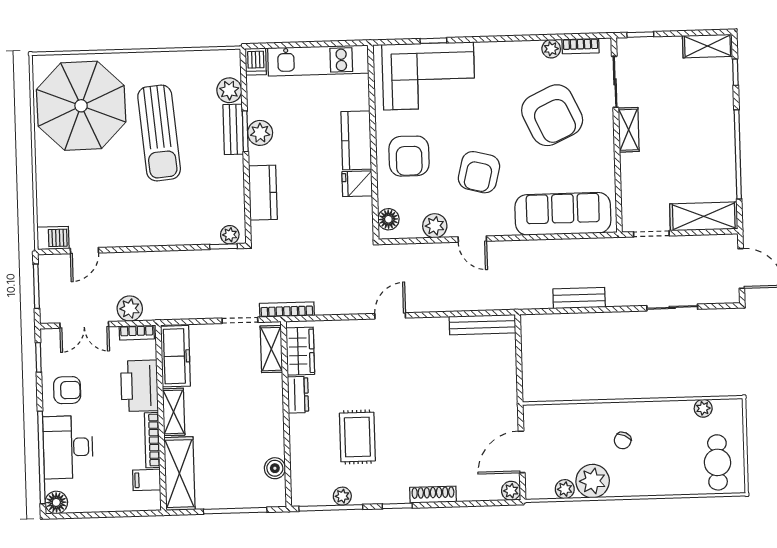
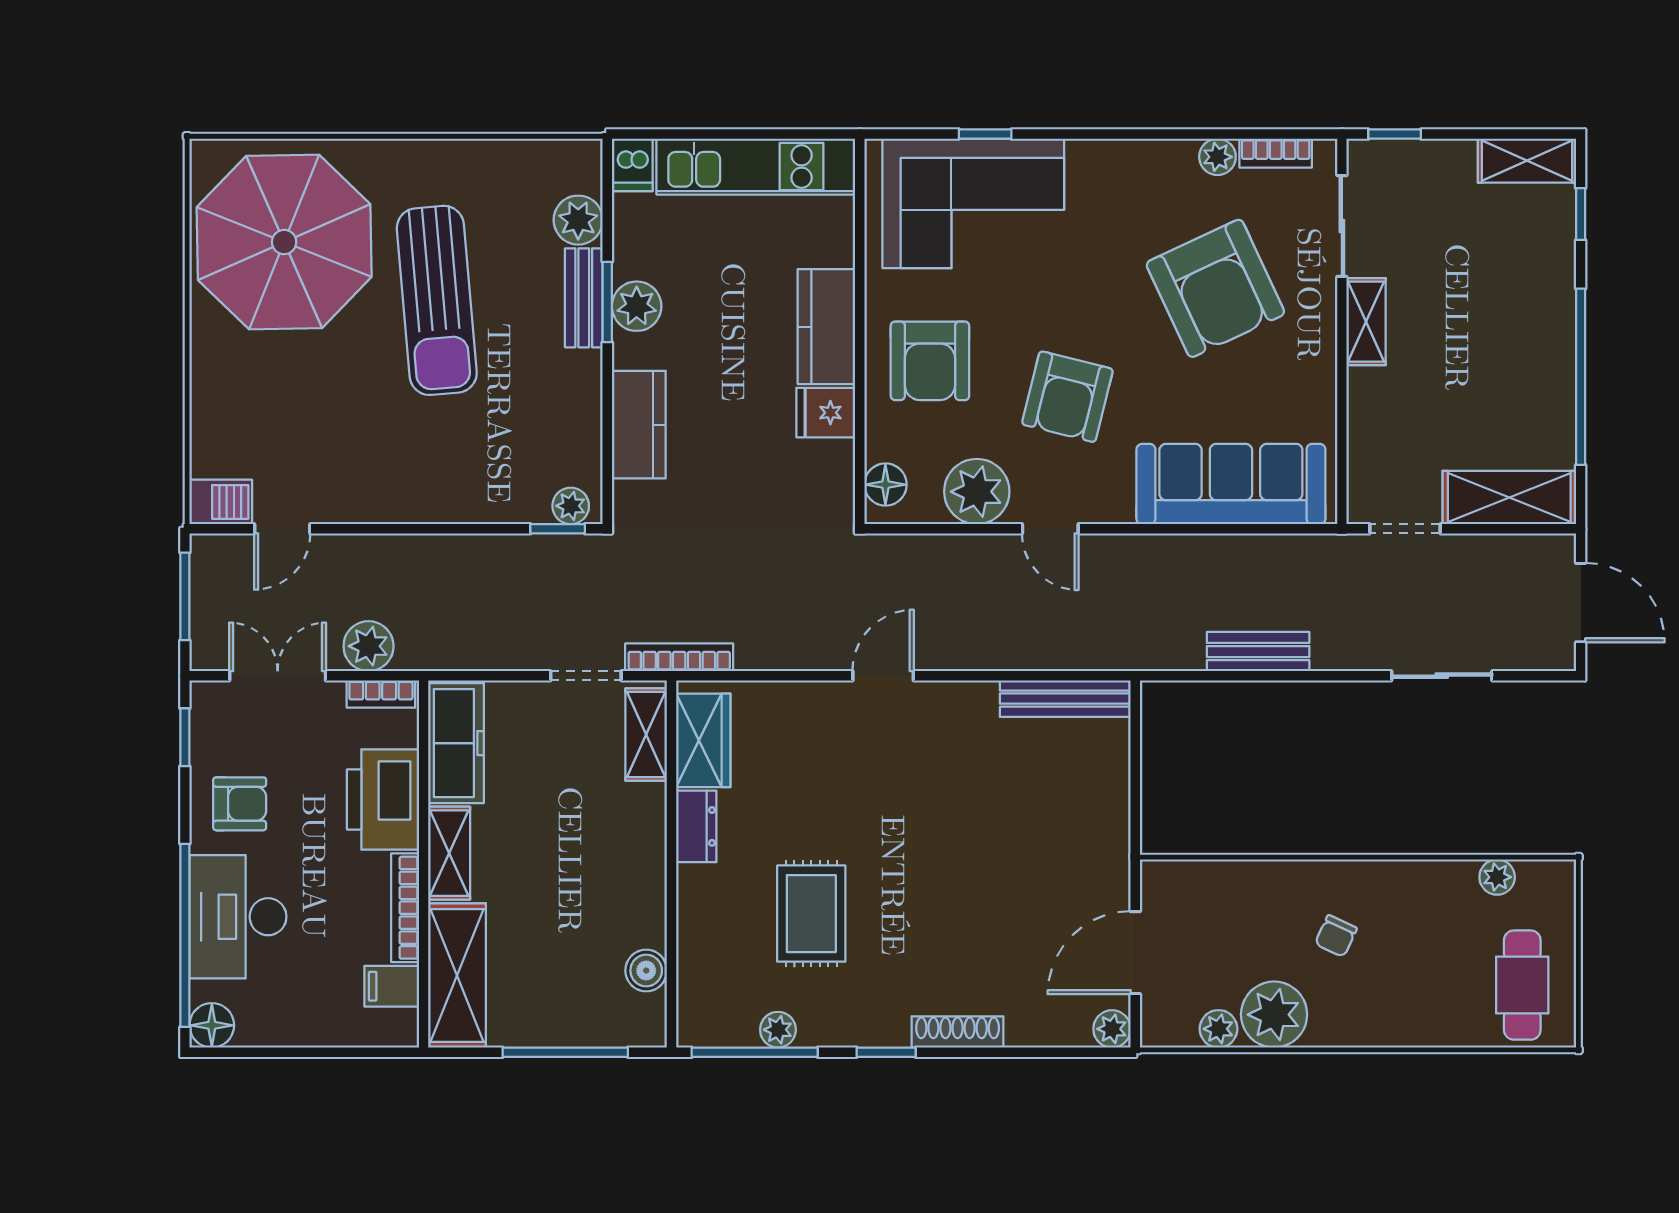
plant: (435, 226) -> (977, 492), width x1.36, depth x1.36
double door: (84, 325) -> (278, 676), swing flipped

